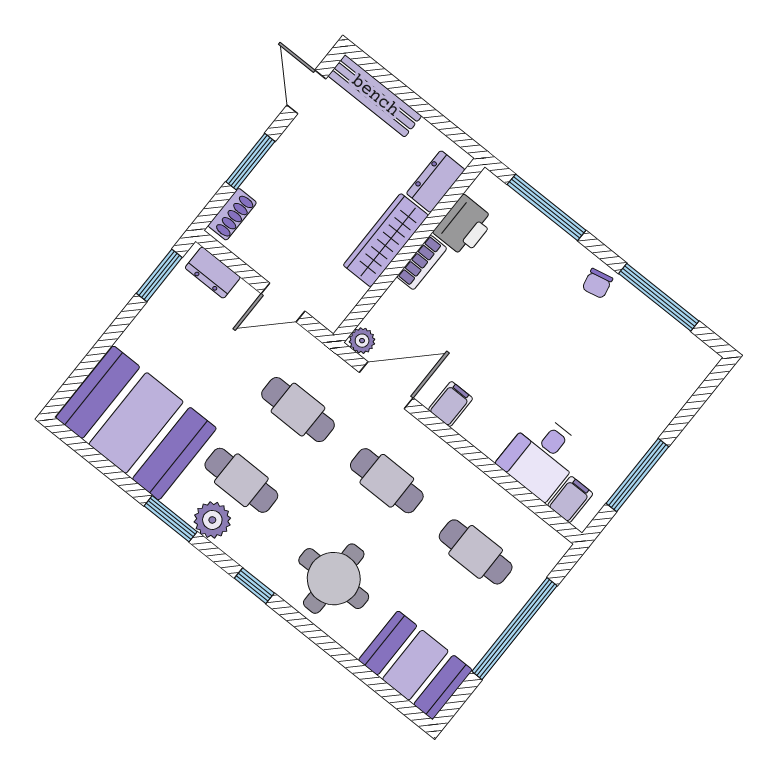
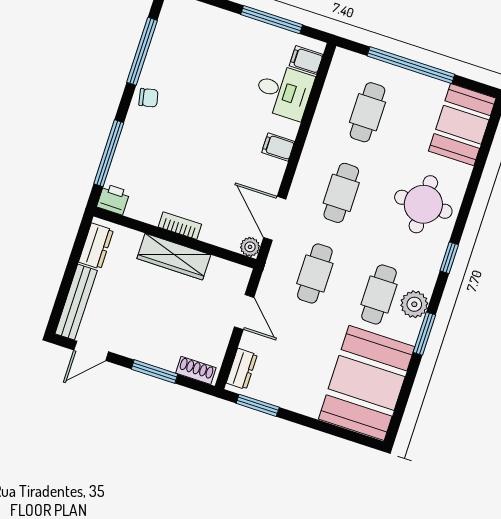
dresser: (436, 182) -> (96, 246), moved, turned -90
printer: (464, 226) -> (113, 199), moved, width x0.73, depth x0.81
filing cabinet: (451, 404) -> (278, 147), moved

